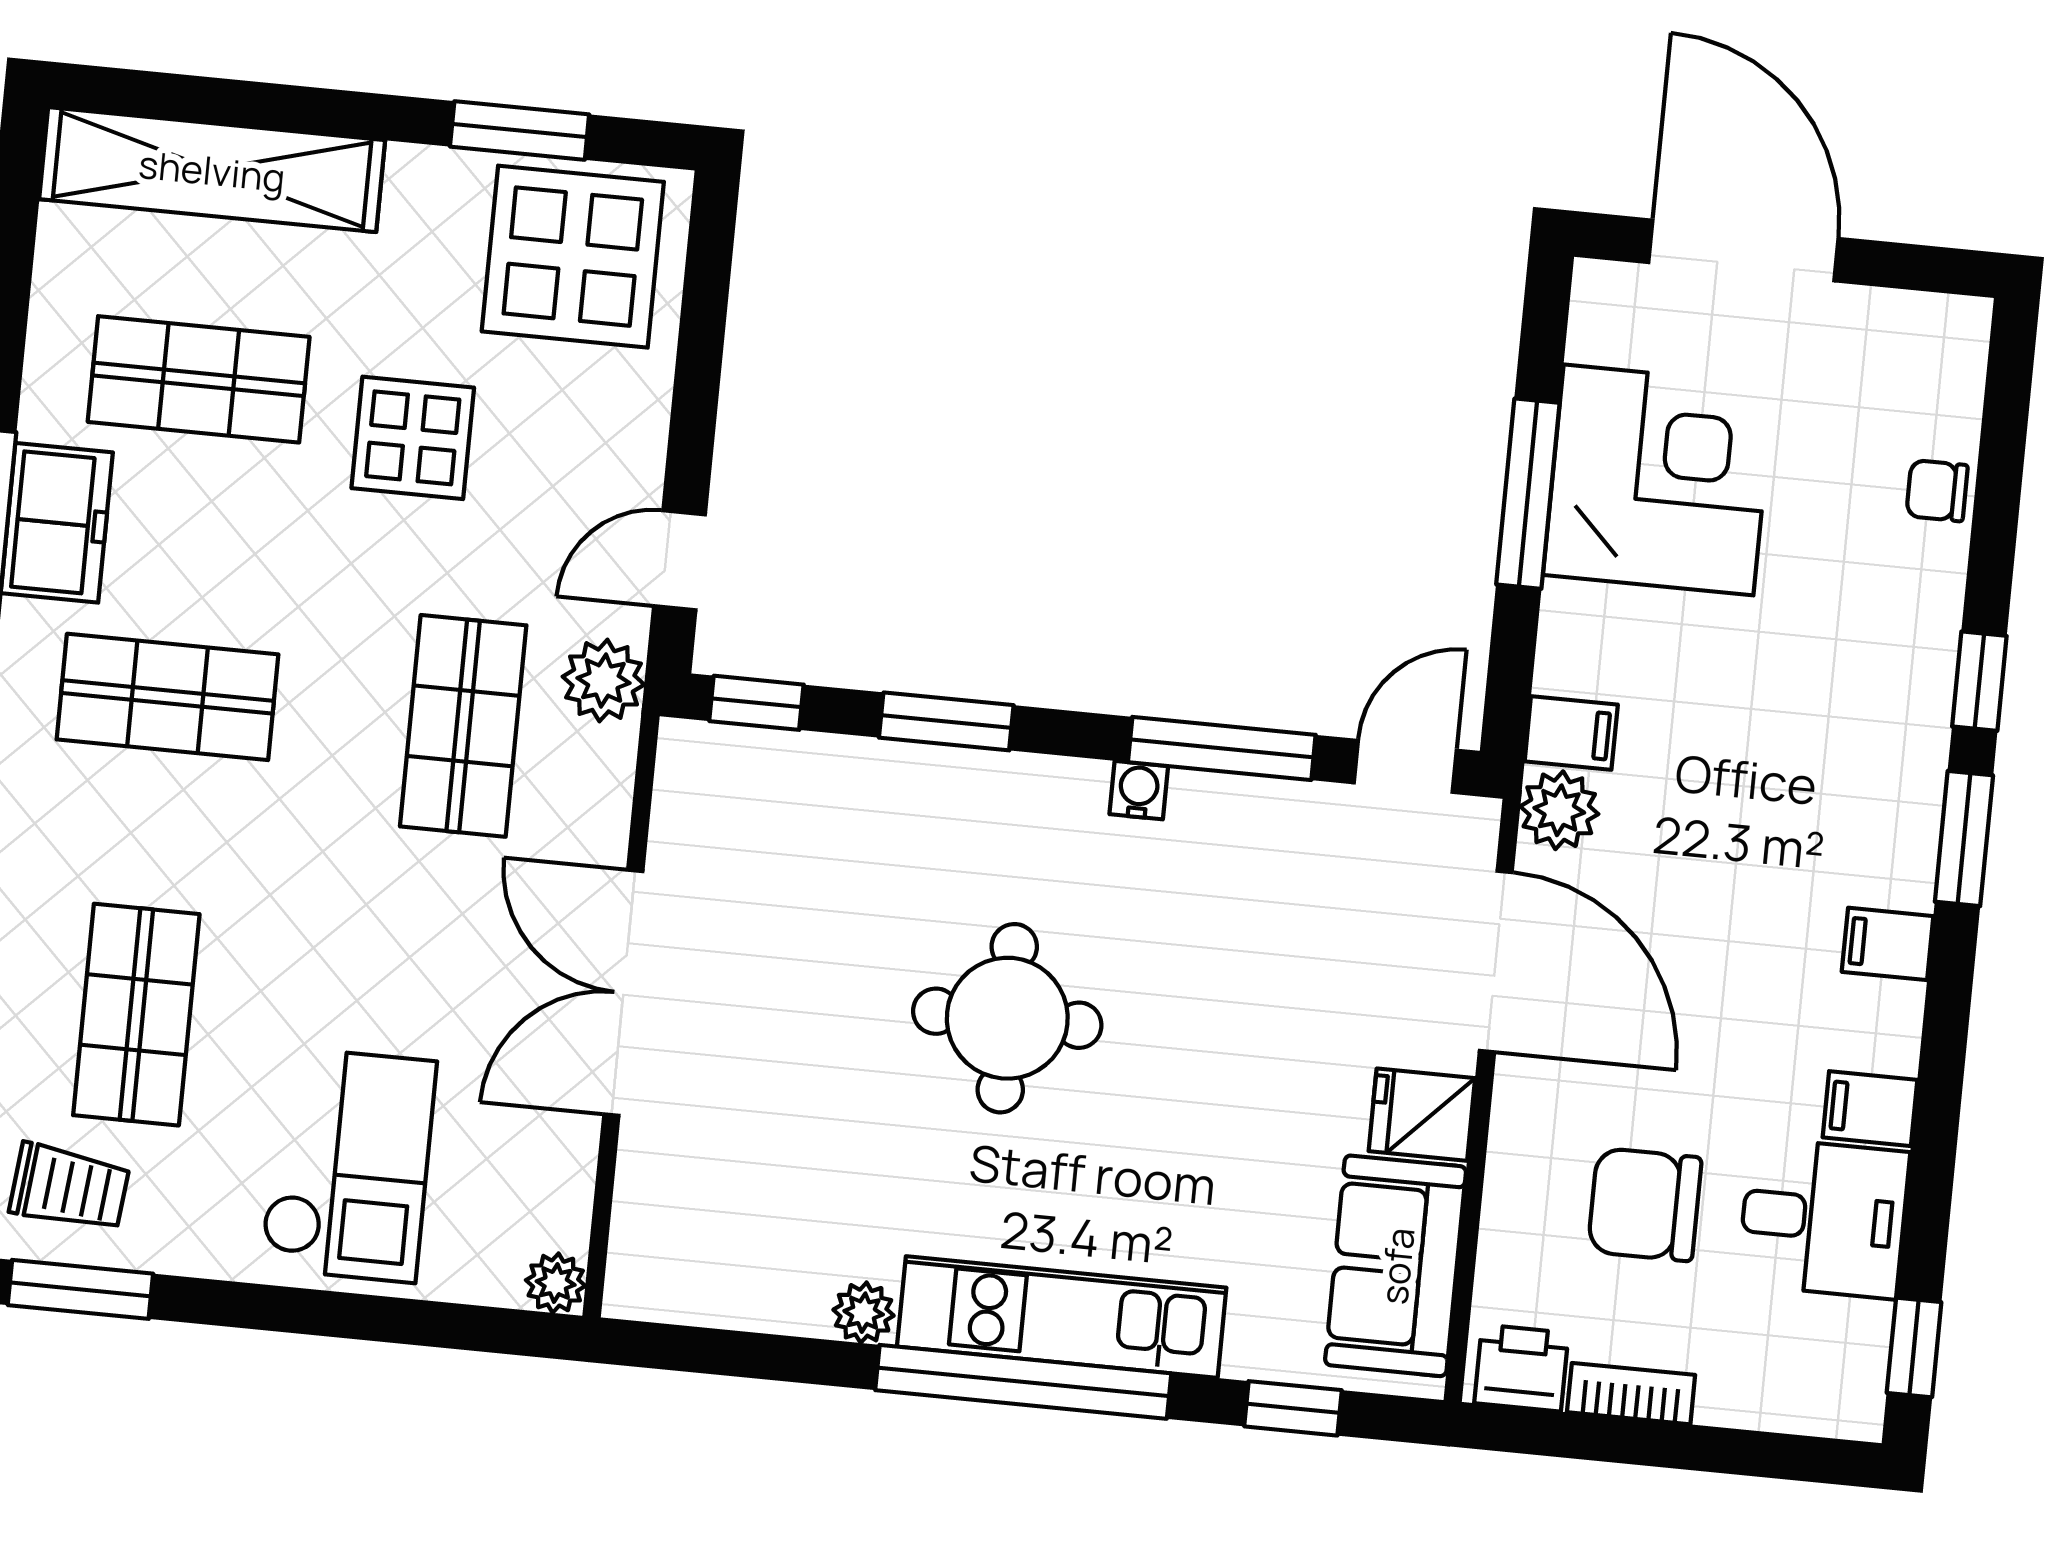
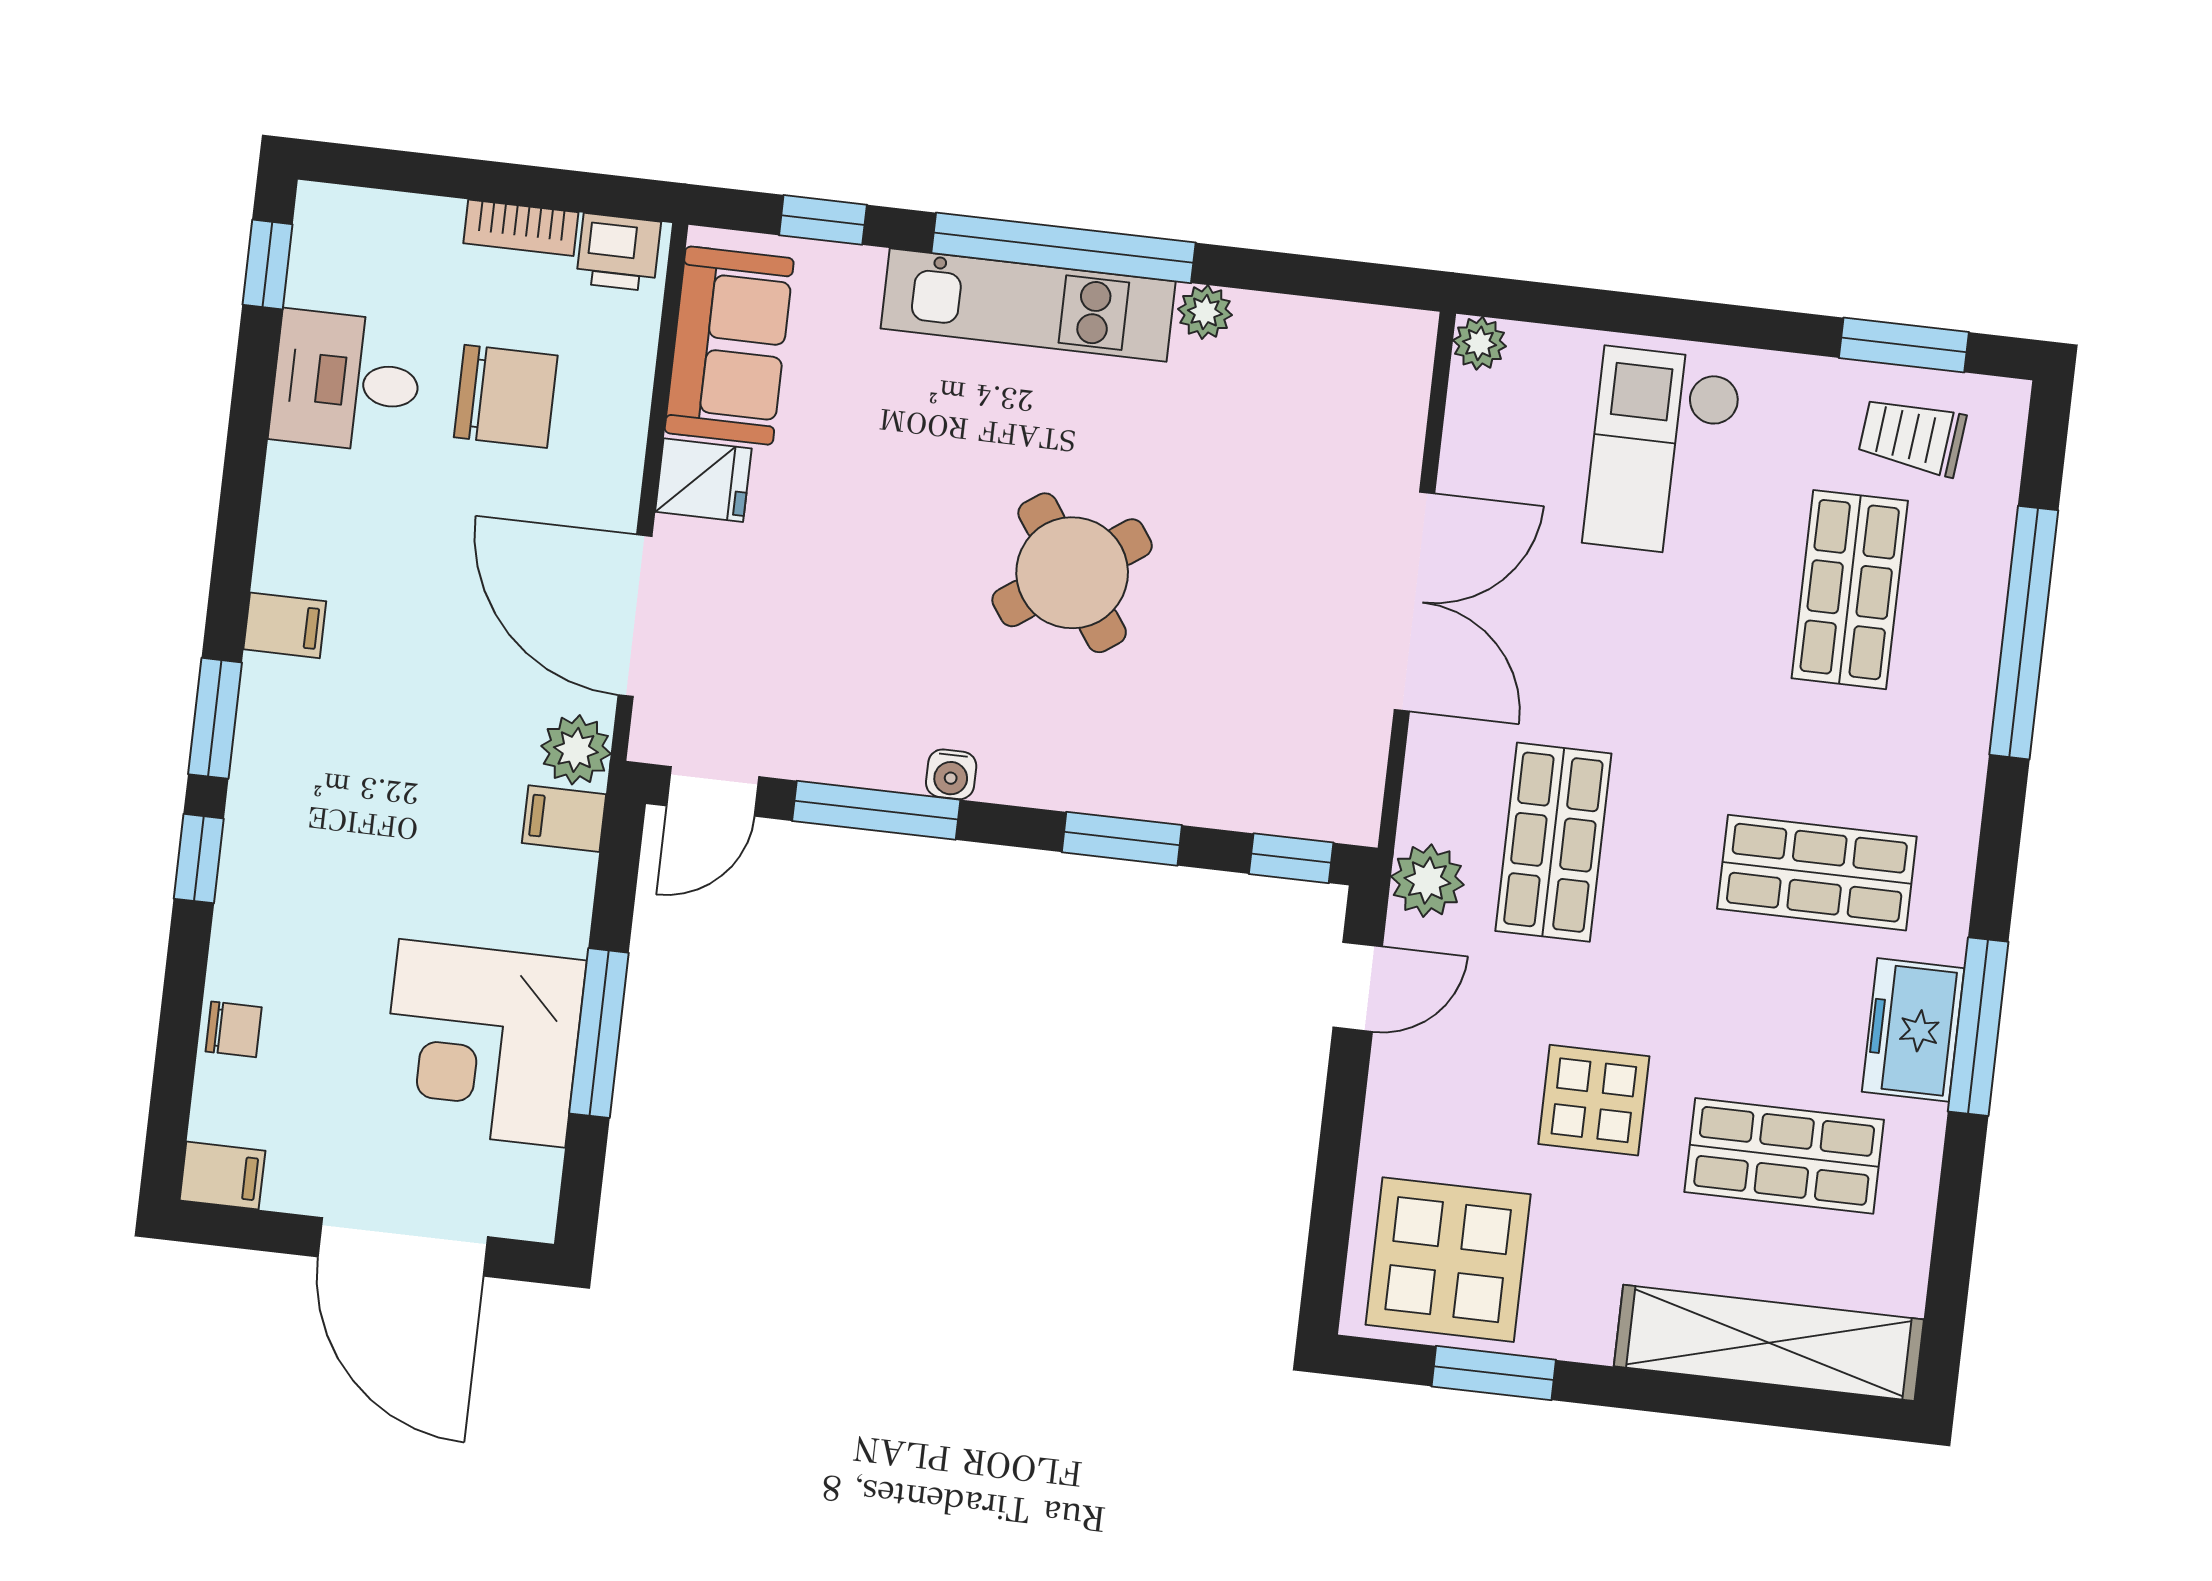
round table: (1007, 1018) -> (1072, 573), turned -35
filing cabinet: (1870, 1109) -> (222, 1176), moved

